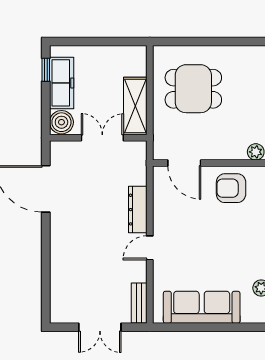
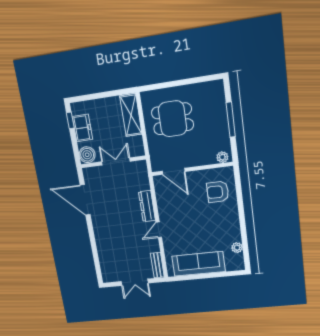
freezer: (62, 83) -> (82, 128), width x0.71
shelving: (135, 106) -> (131, 115), moved
armchair: (231, 188) -> (218, 192), moved

